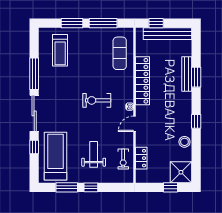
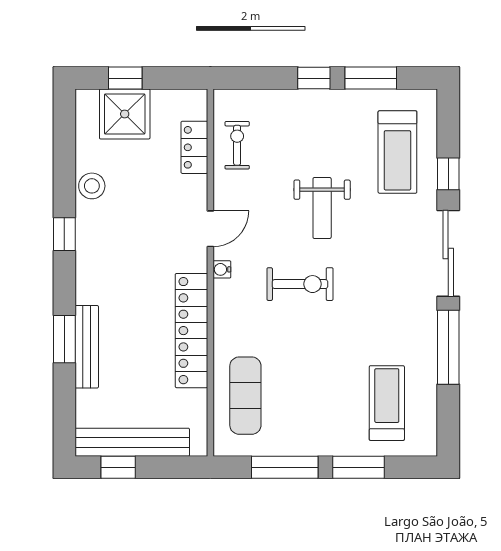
window: (156, 23) -> (118, 467), moved
weight bench: (94, 154) -> (322, 208), moved
treadmill: (56, 156) -> (397, 152), width x0.73, depth x0.73
shower: (181, 172) -> (125, 114), moved

